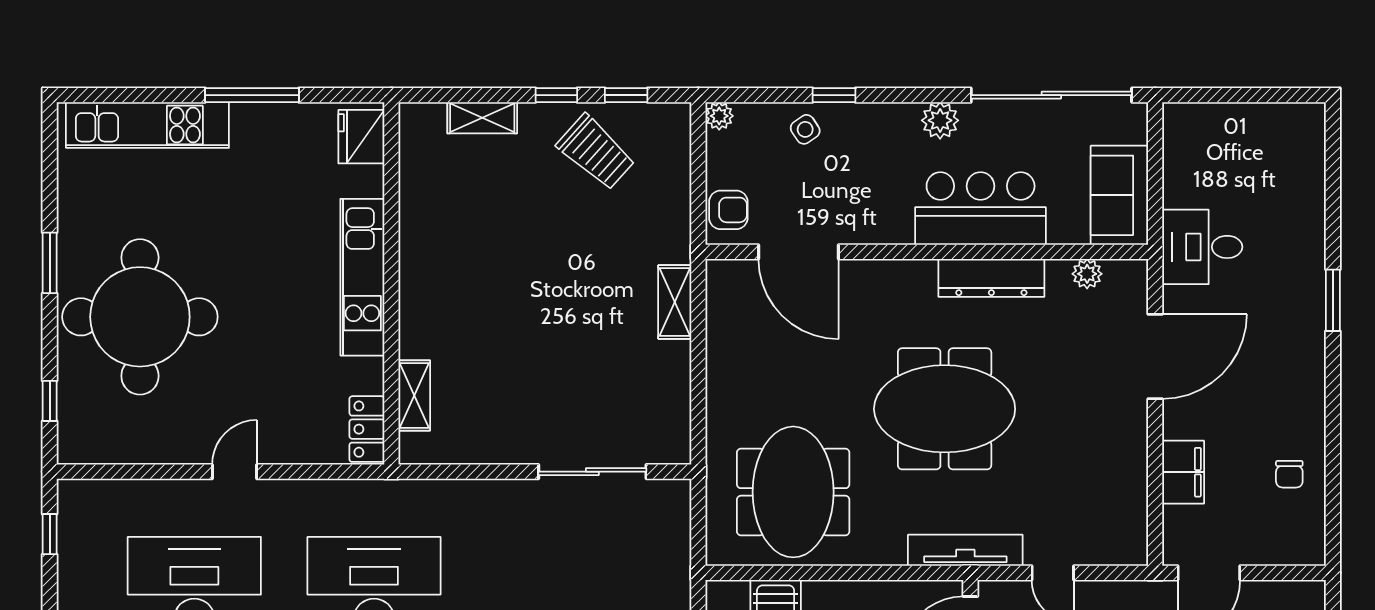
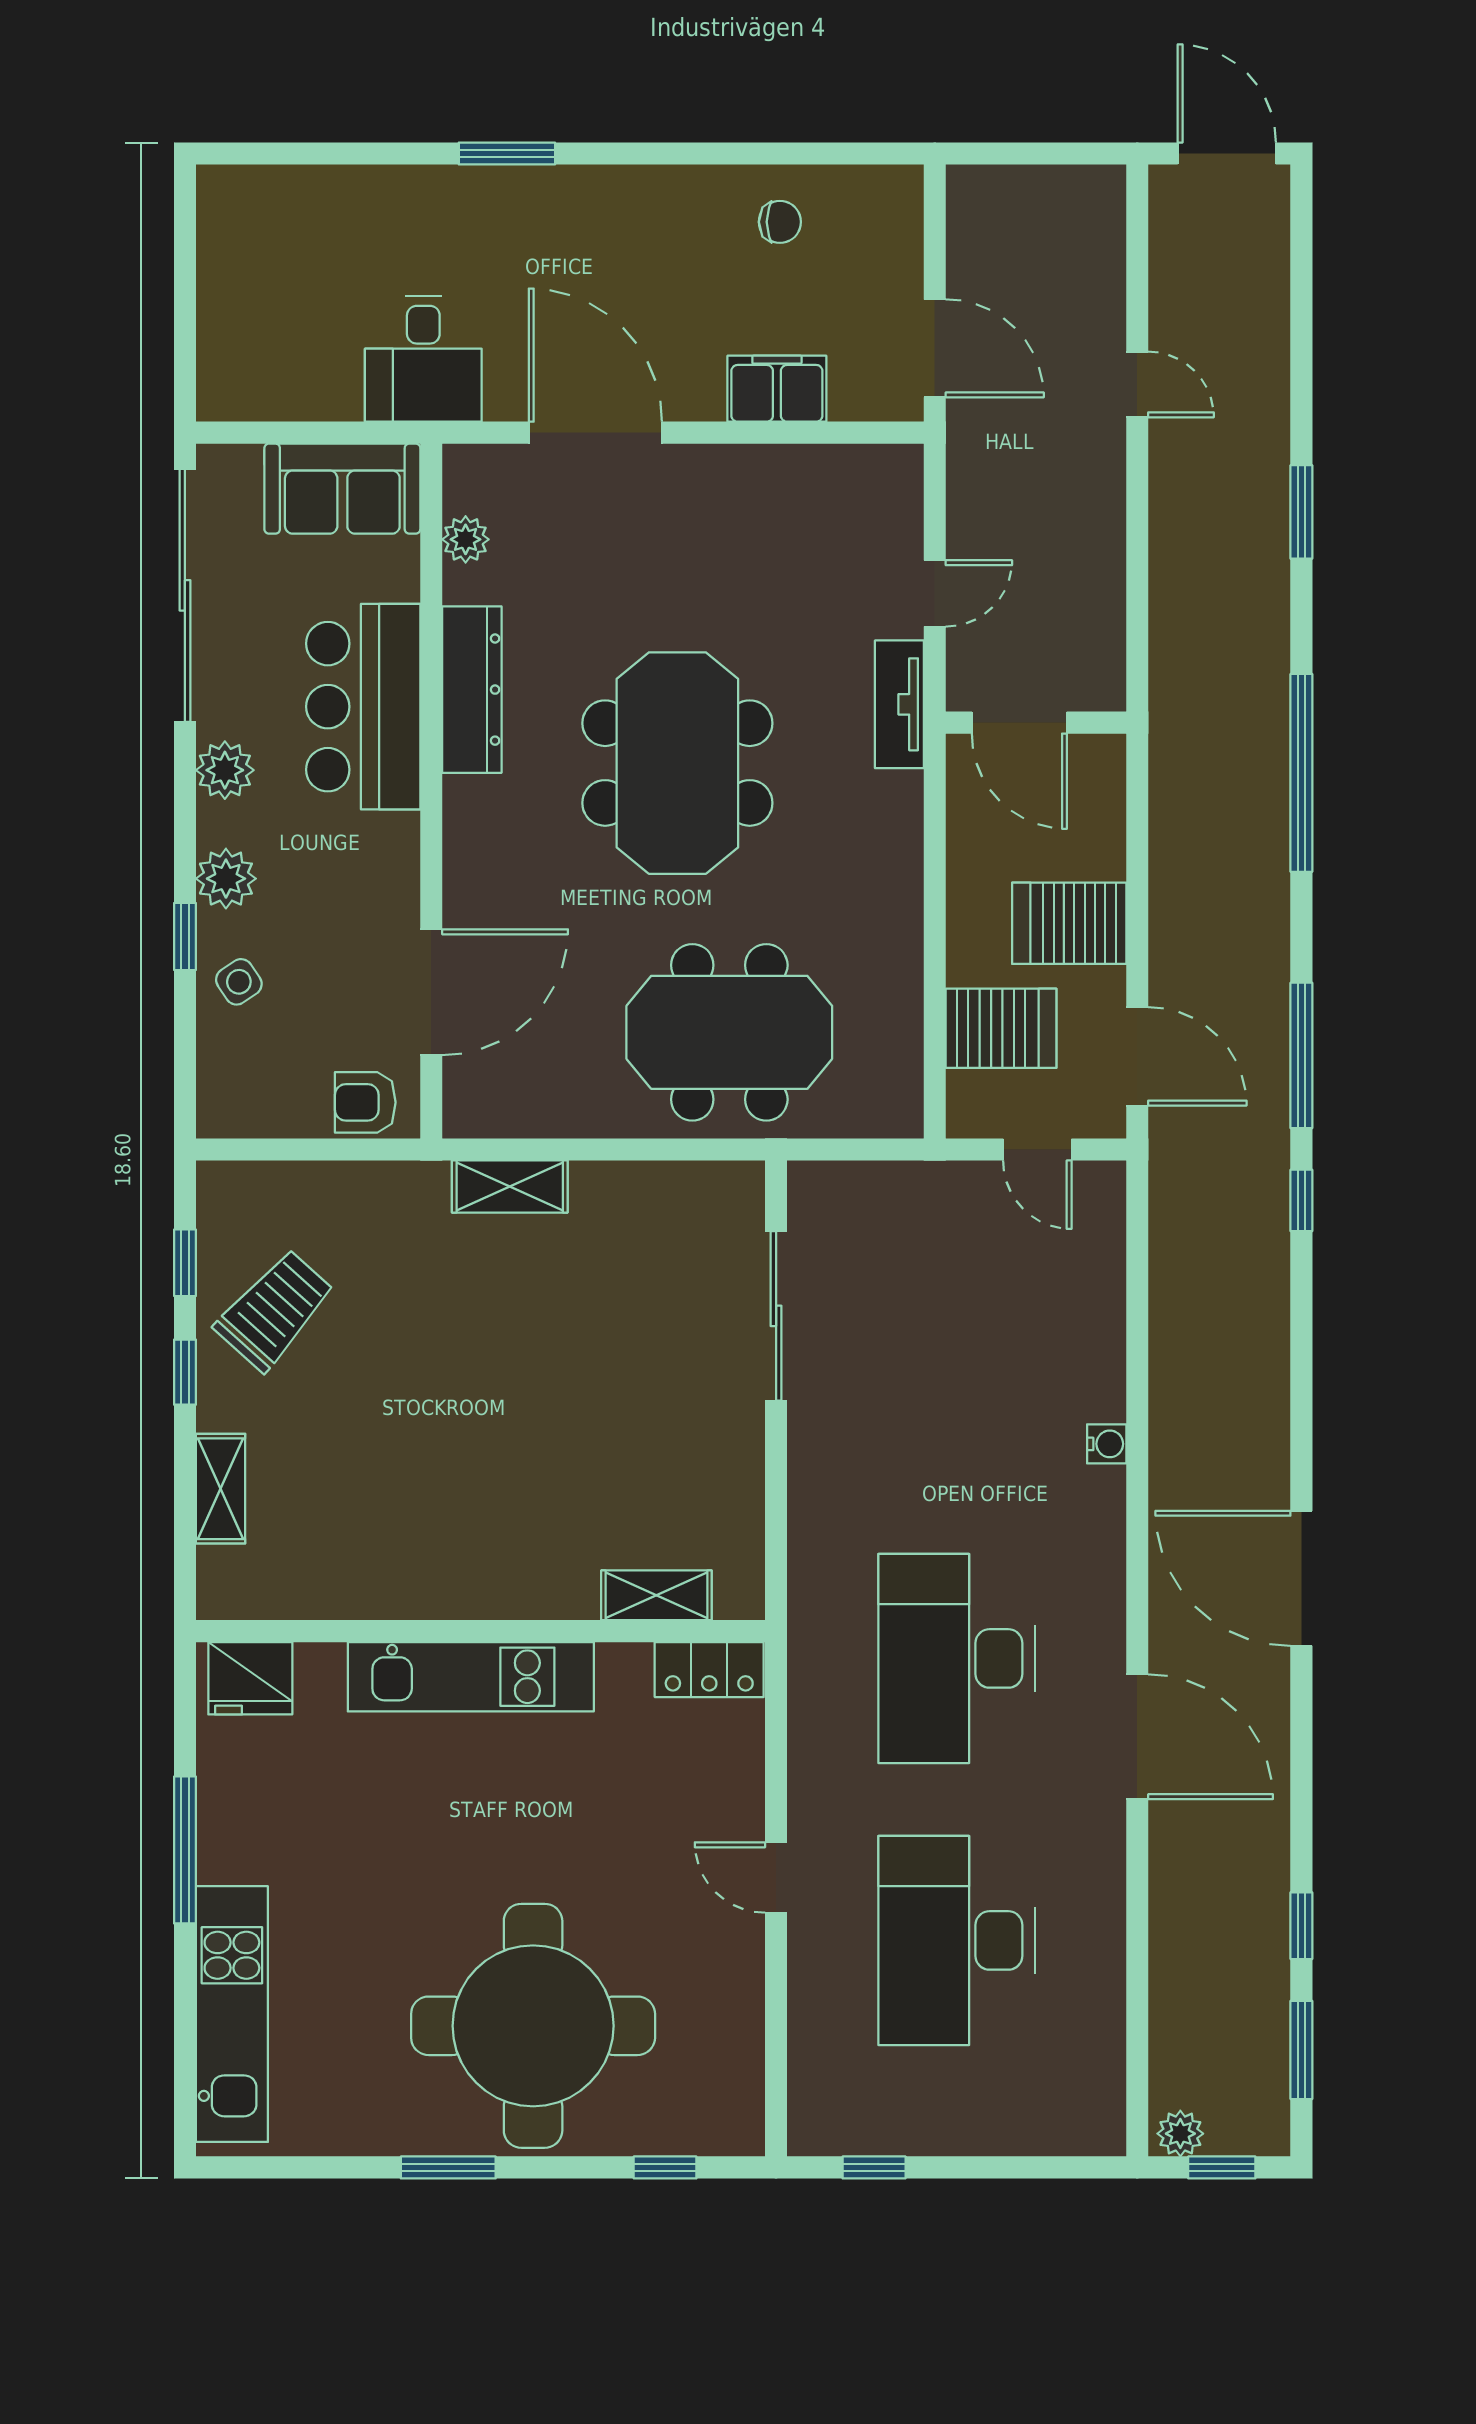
plant: (719, 116) -> (226, 879), moved, width x1.38, depth x1.38
armchair: (728, 210) -> (365, 1102), turned -90
meeting table: (793, 492) -> (729, 1032), moved
tv unit: (965, 550) -> (899, 704), width x0.71

